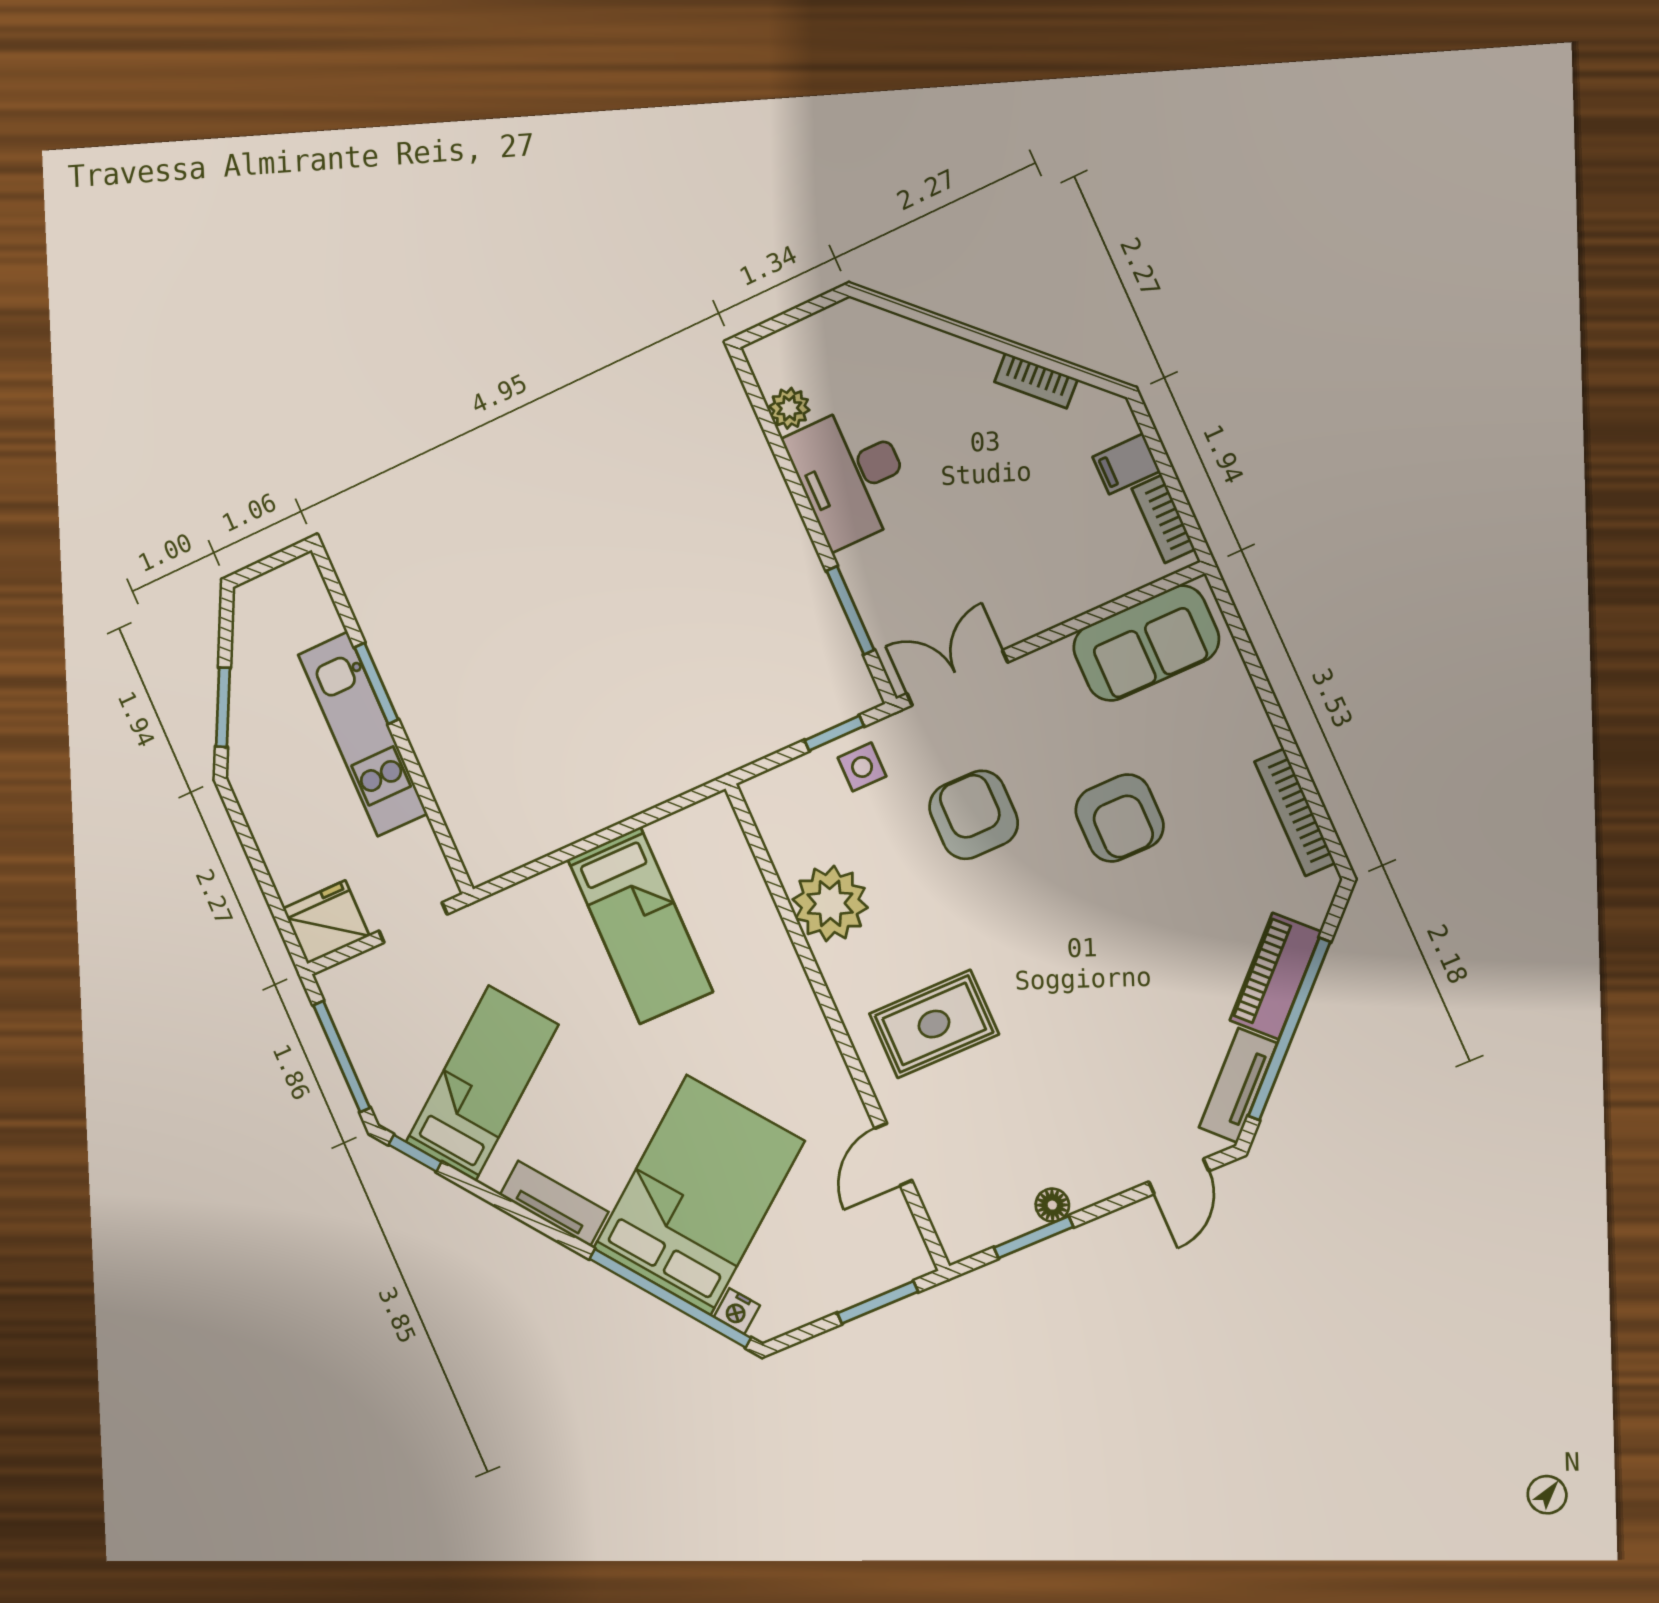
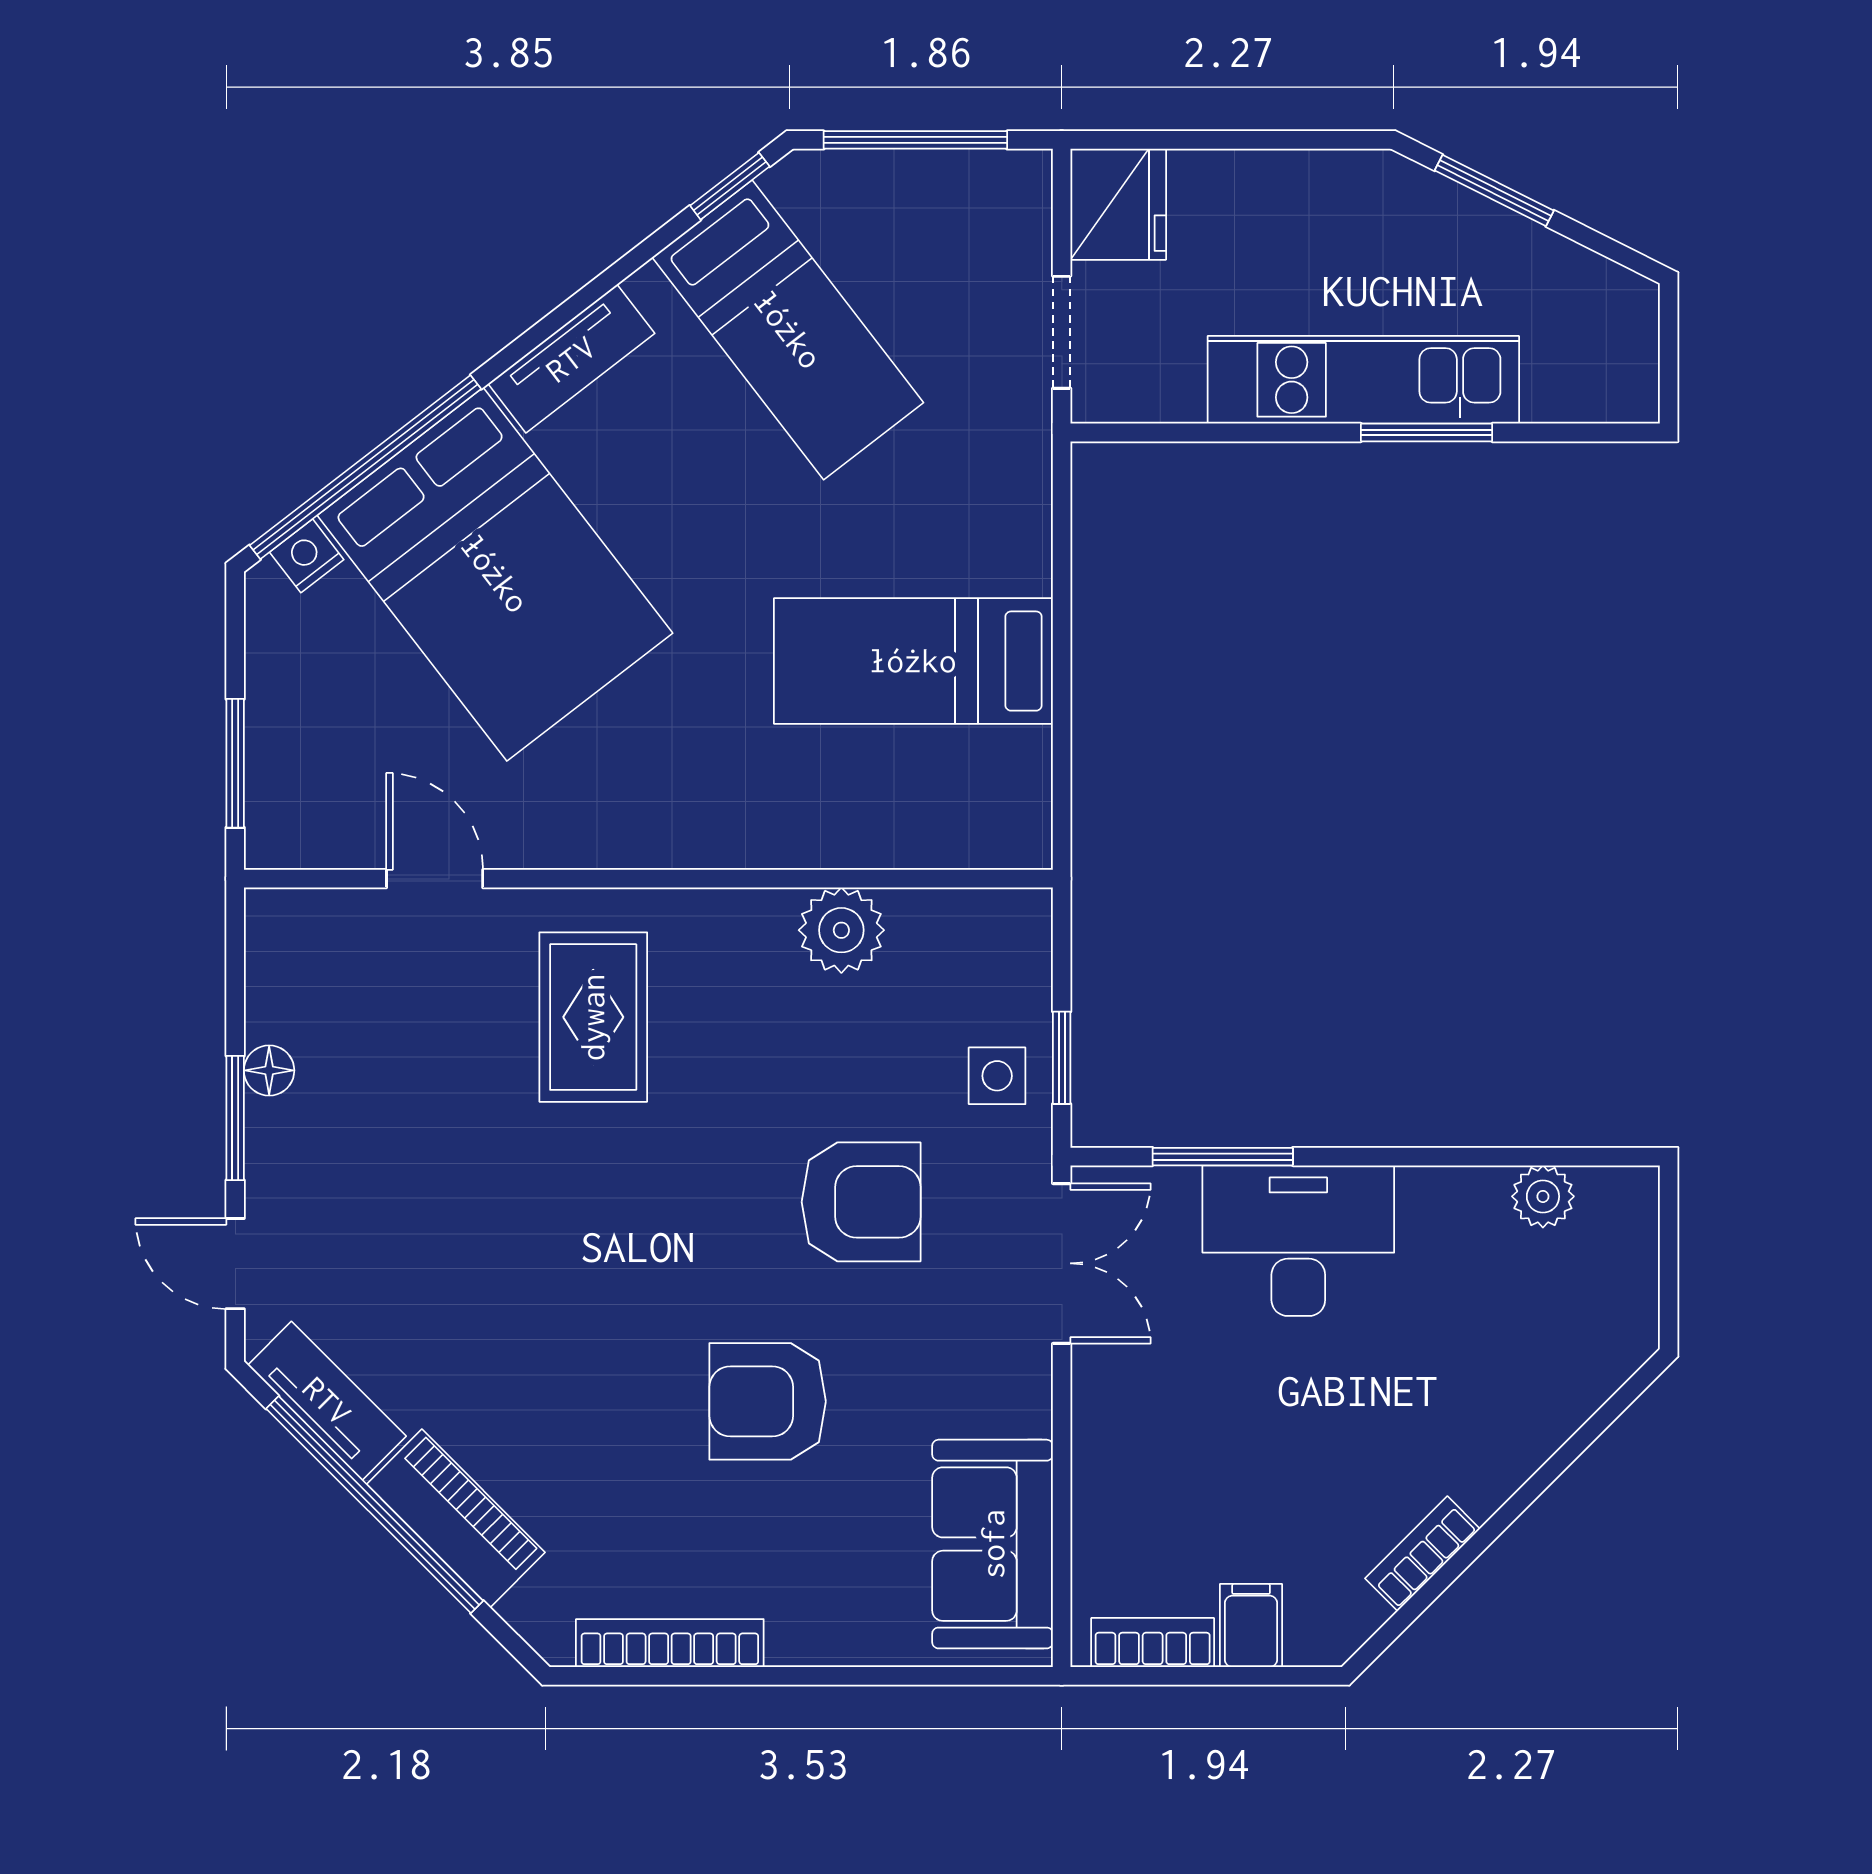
desk: (851, 475) -> (1298, 1241), moved
plant: (830, 903) -> (841, 930), width x0.73, depth x0.73
window: (1034, 1237) -> (235, 1118), moved

